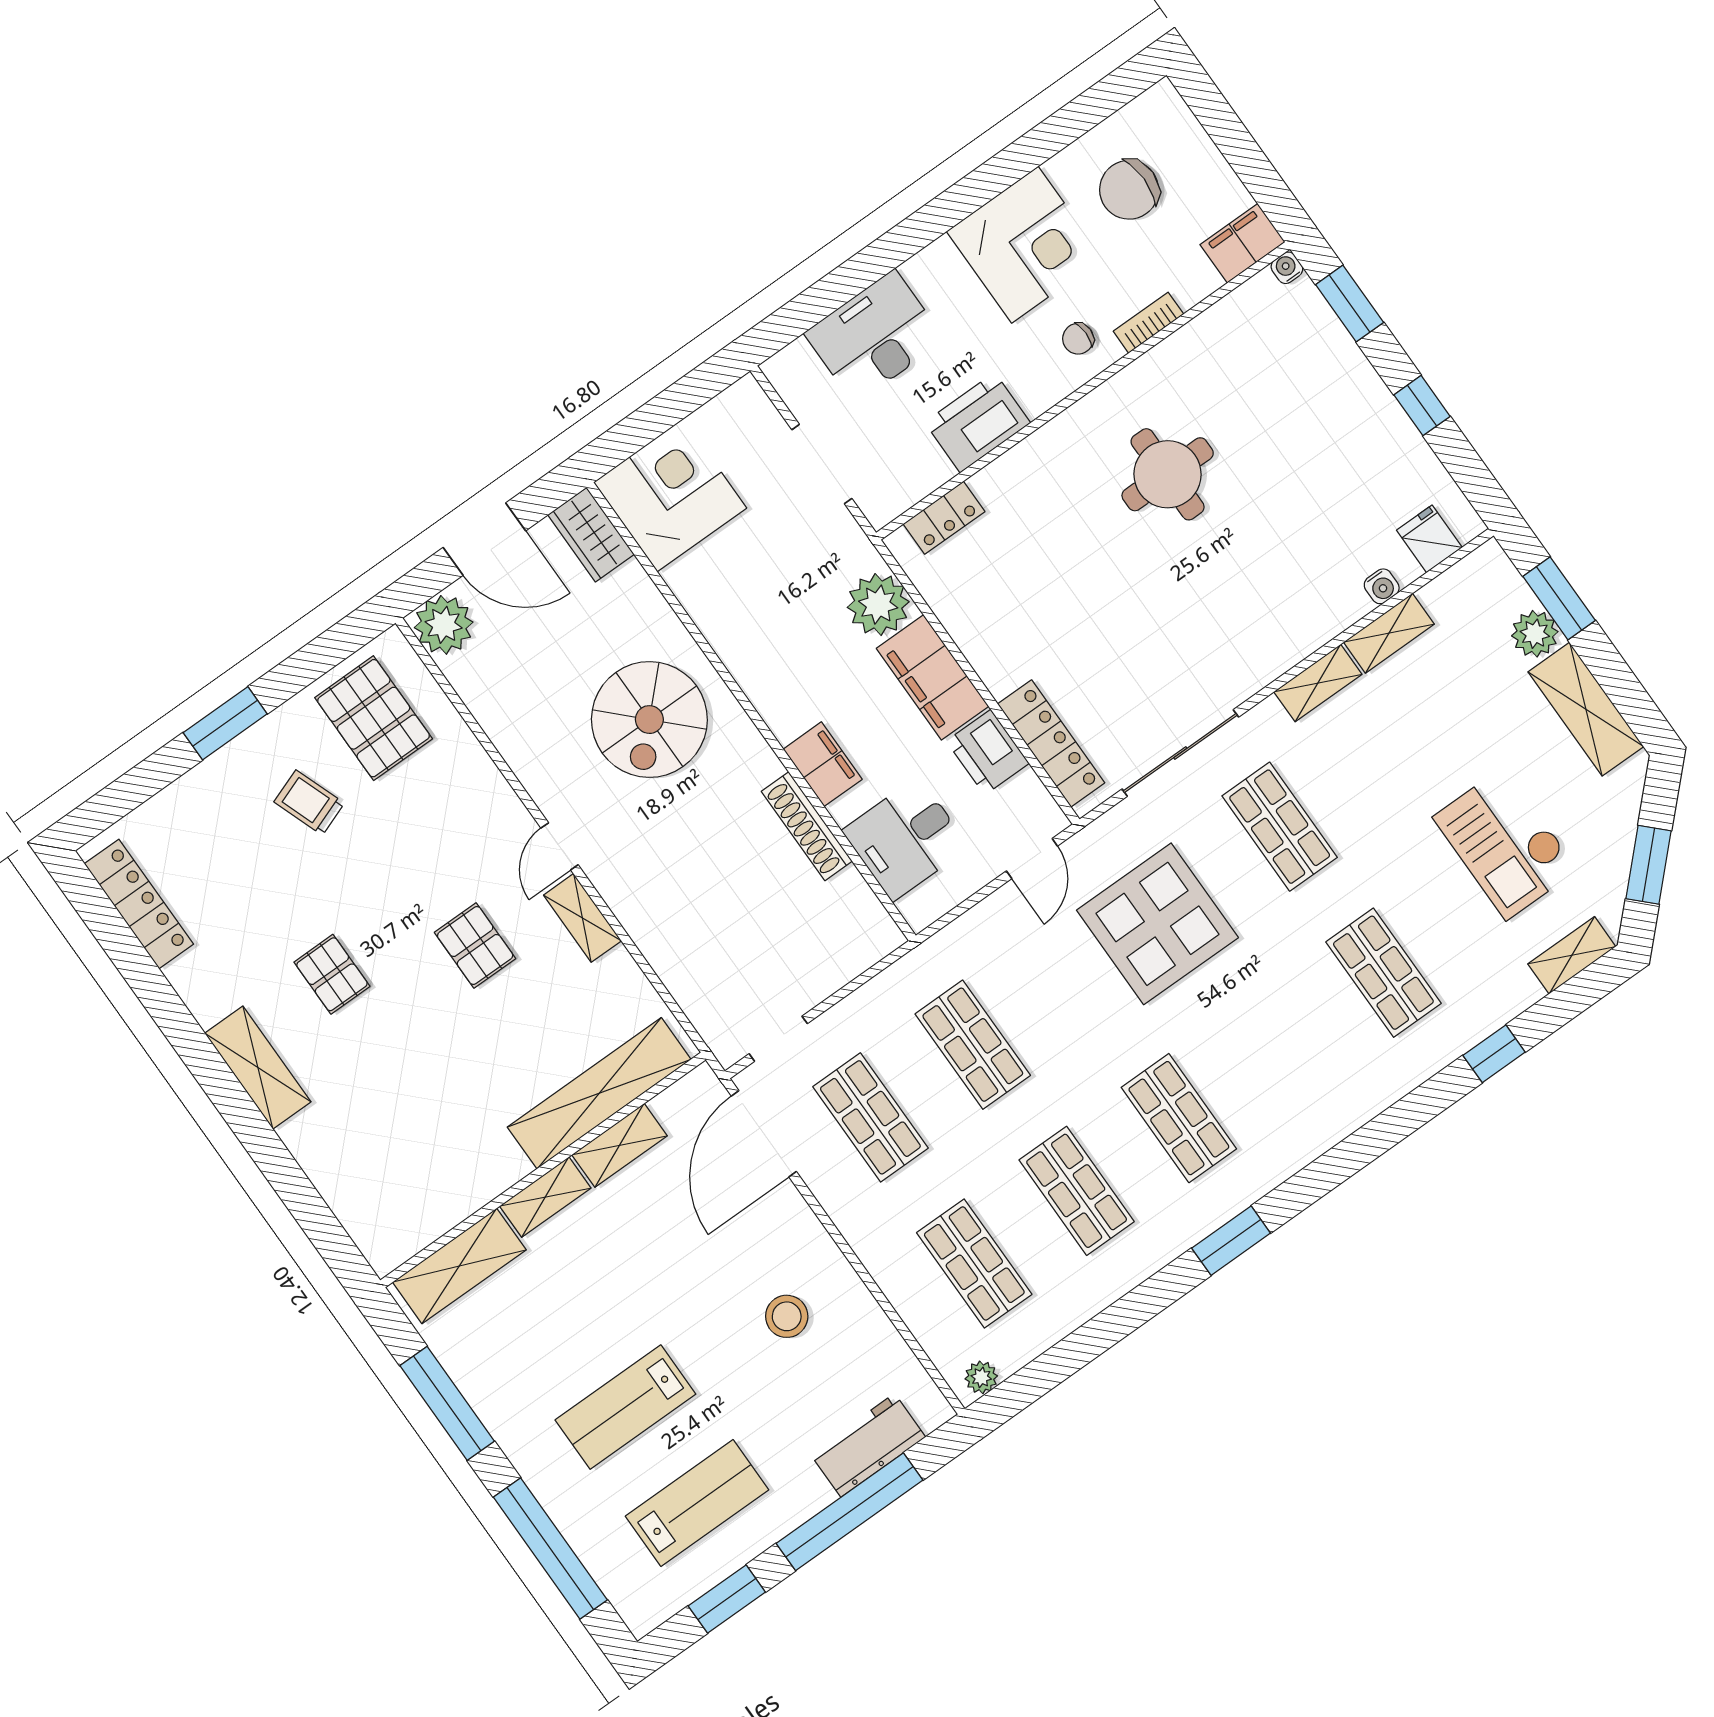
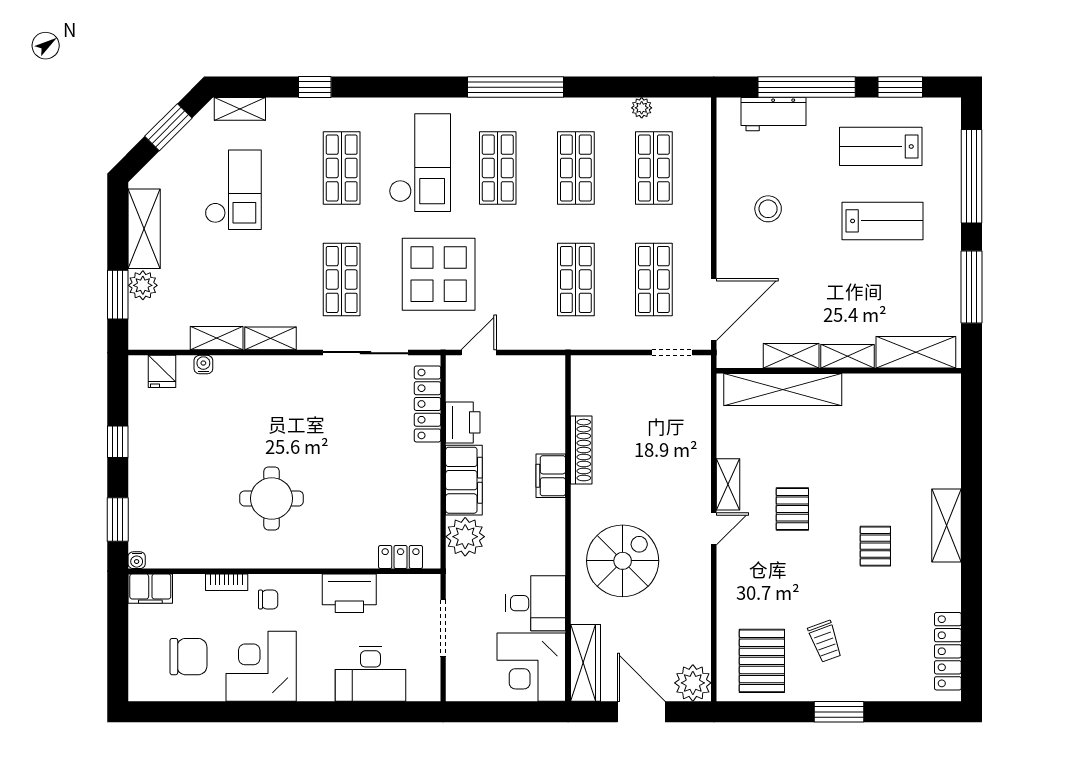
wardrobe: (591, 535) -> (586, 663), width x1.50
desk: (906, 839) -> (536, 603), moved
checkout: (1286, 1053) -> (420, 163), added
window: (1231, 1241) -> (515, 87), width x2.11
plant: (981, 1377) -> (642, 108), moved

